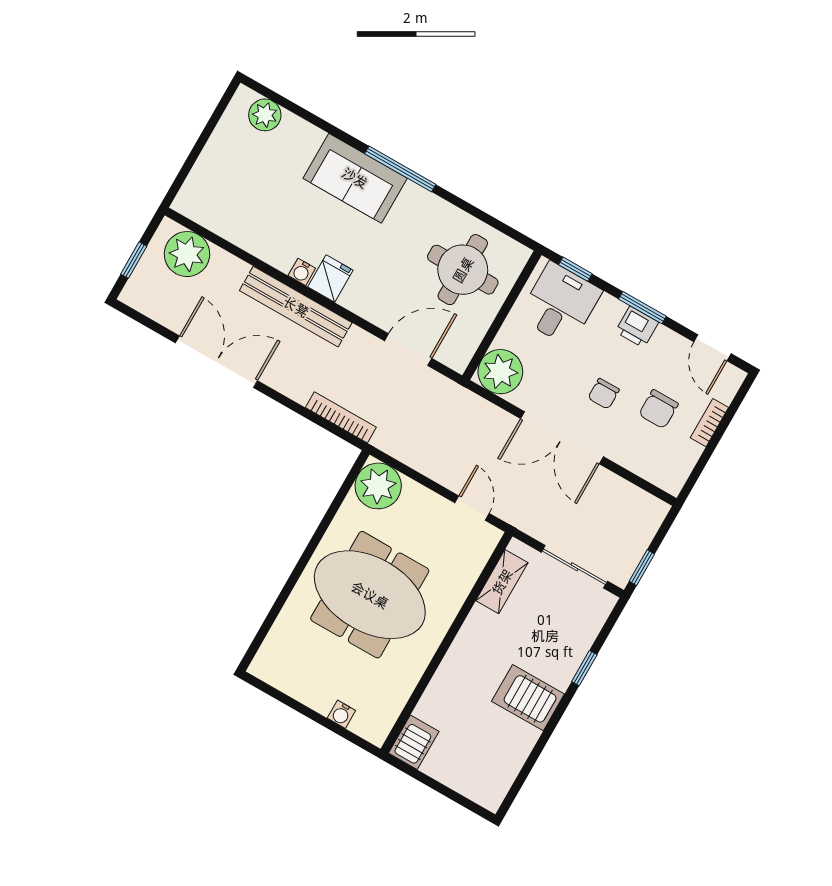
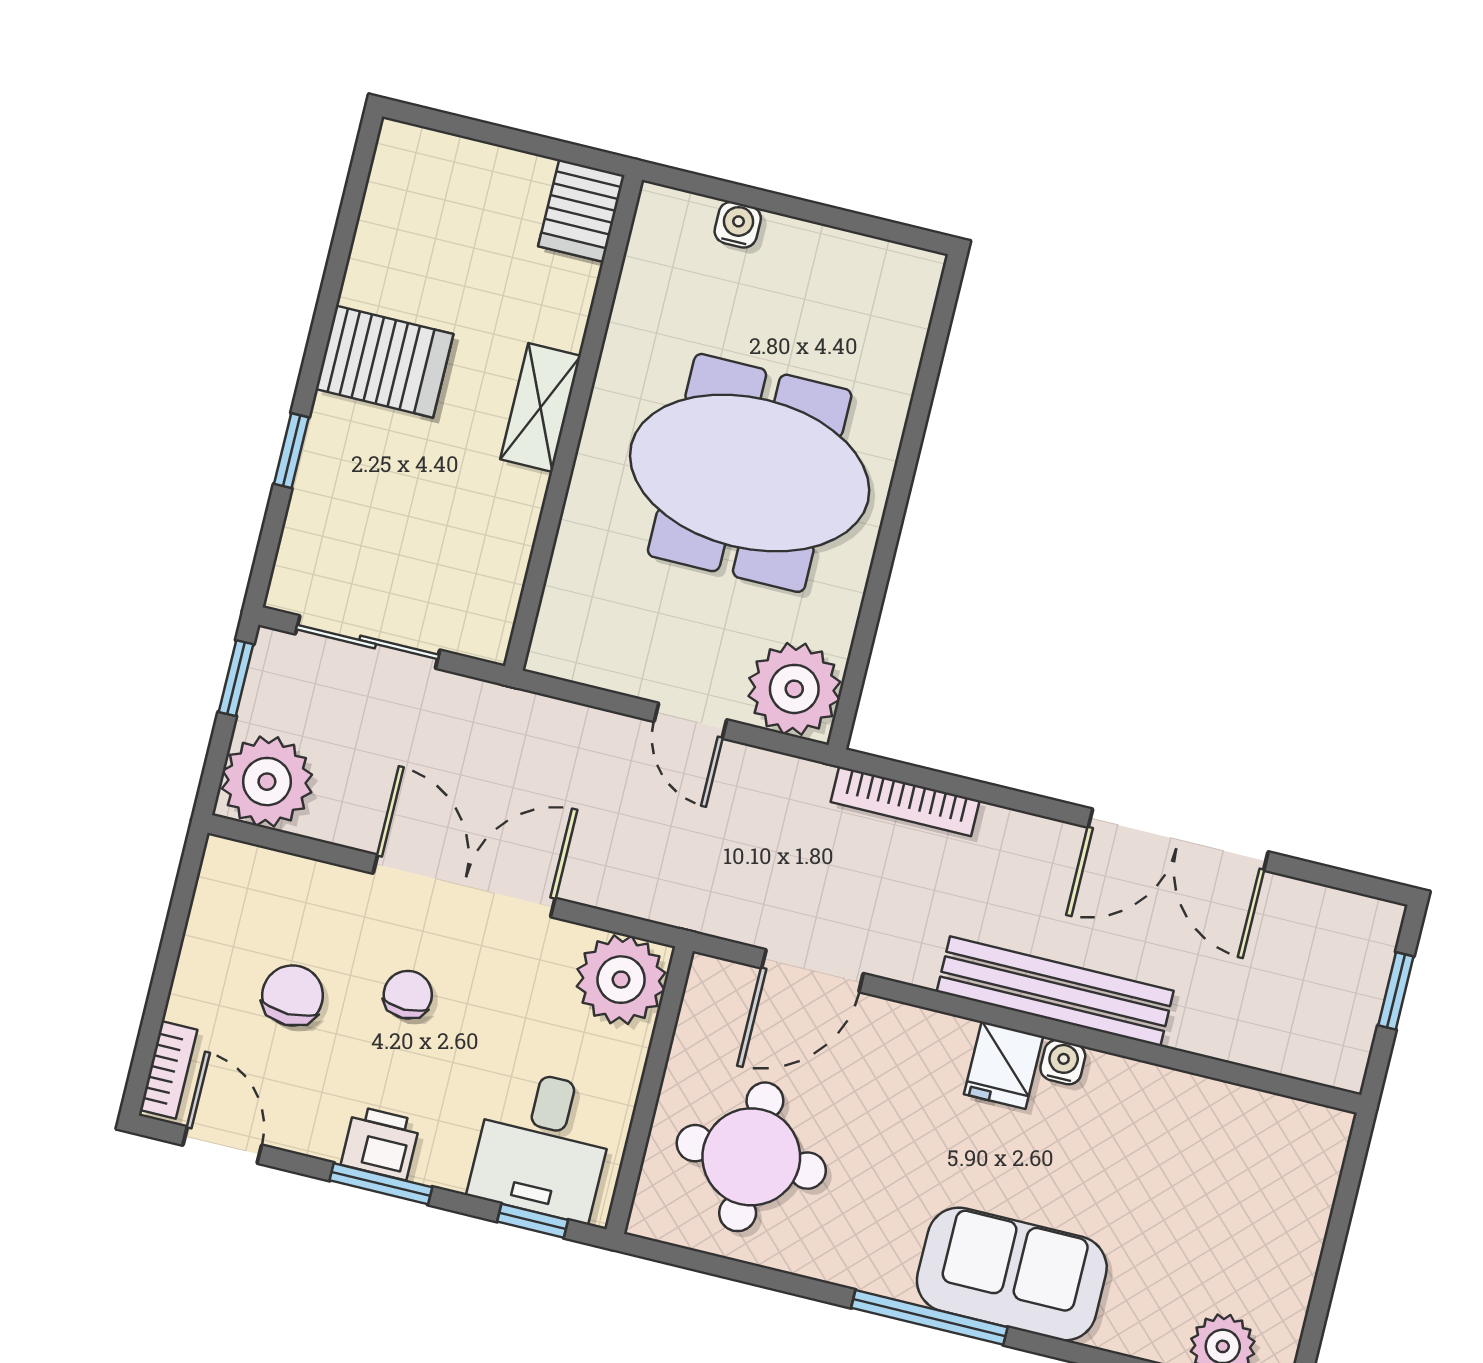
plant: (187, 254) -> (267, 782), moved
bookcase: (709, 423) -> (169, 1070), moved
door: (472, 508) -> (690, 721), moved
shelving: (502, 582) -> (540, 407), moved

